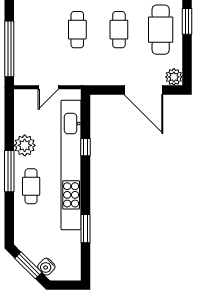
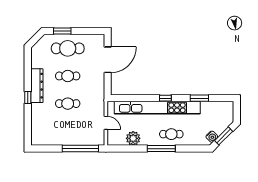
plant: (174, 77) -> (99, 40), removed
plant: (25, 145) -> (133, 138), moved
window: (86, 147) -> (165, 98), moved
water cooler: (46, 267) -> (212, 137), moved

